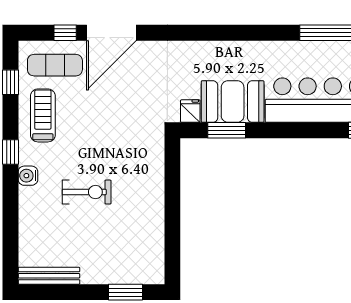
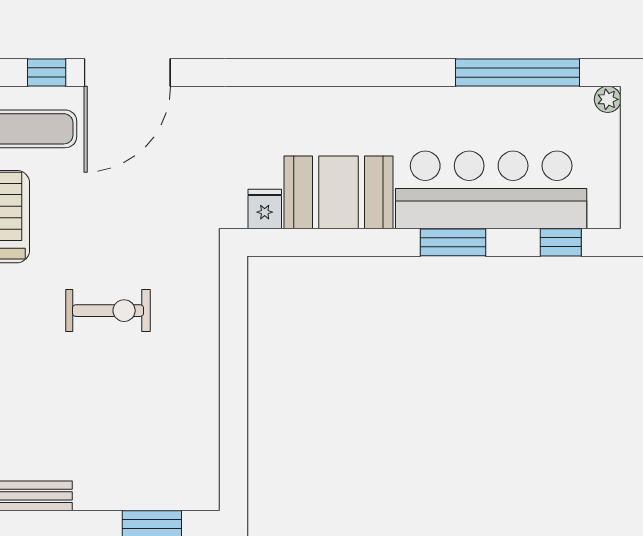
window: (227, 130) -> (453, 242), moved
exercise bike: (87, 192) -> (108, 311), moved

